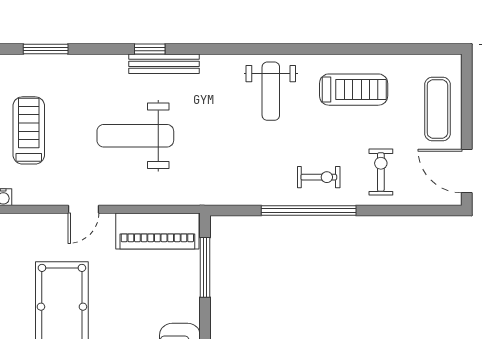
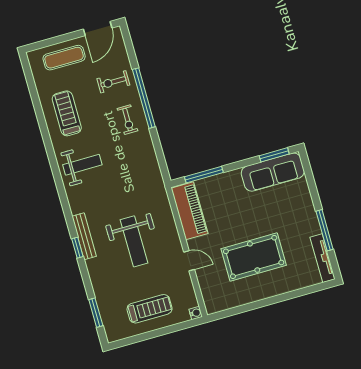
treadmill: (29, 130) -> (150, 309), turned 180
exercise bike: (319, 177) -> (127, 120), turned 180
window: (309, 210) -> (144, 98), moved

